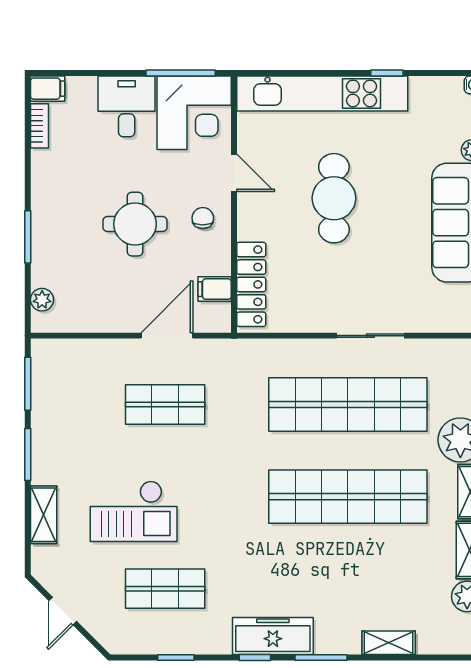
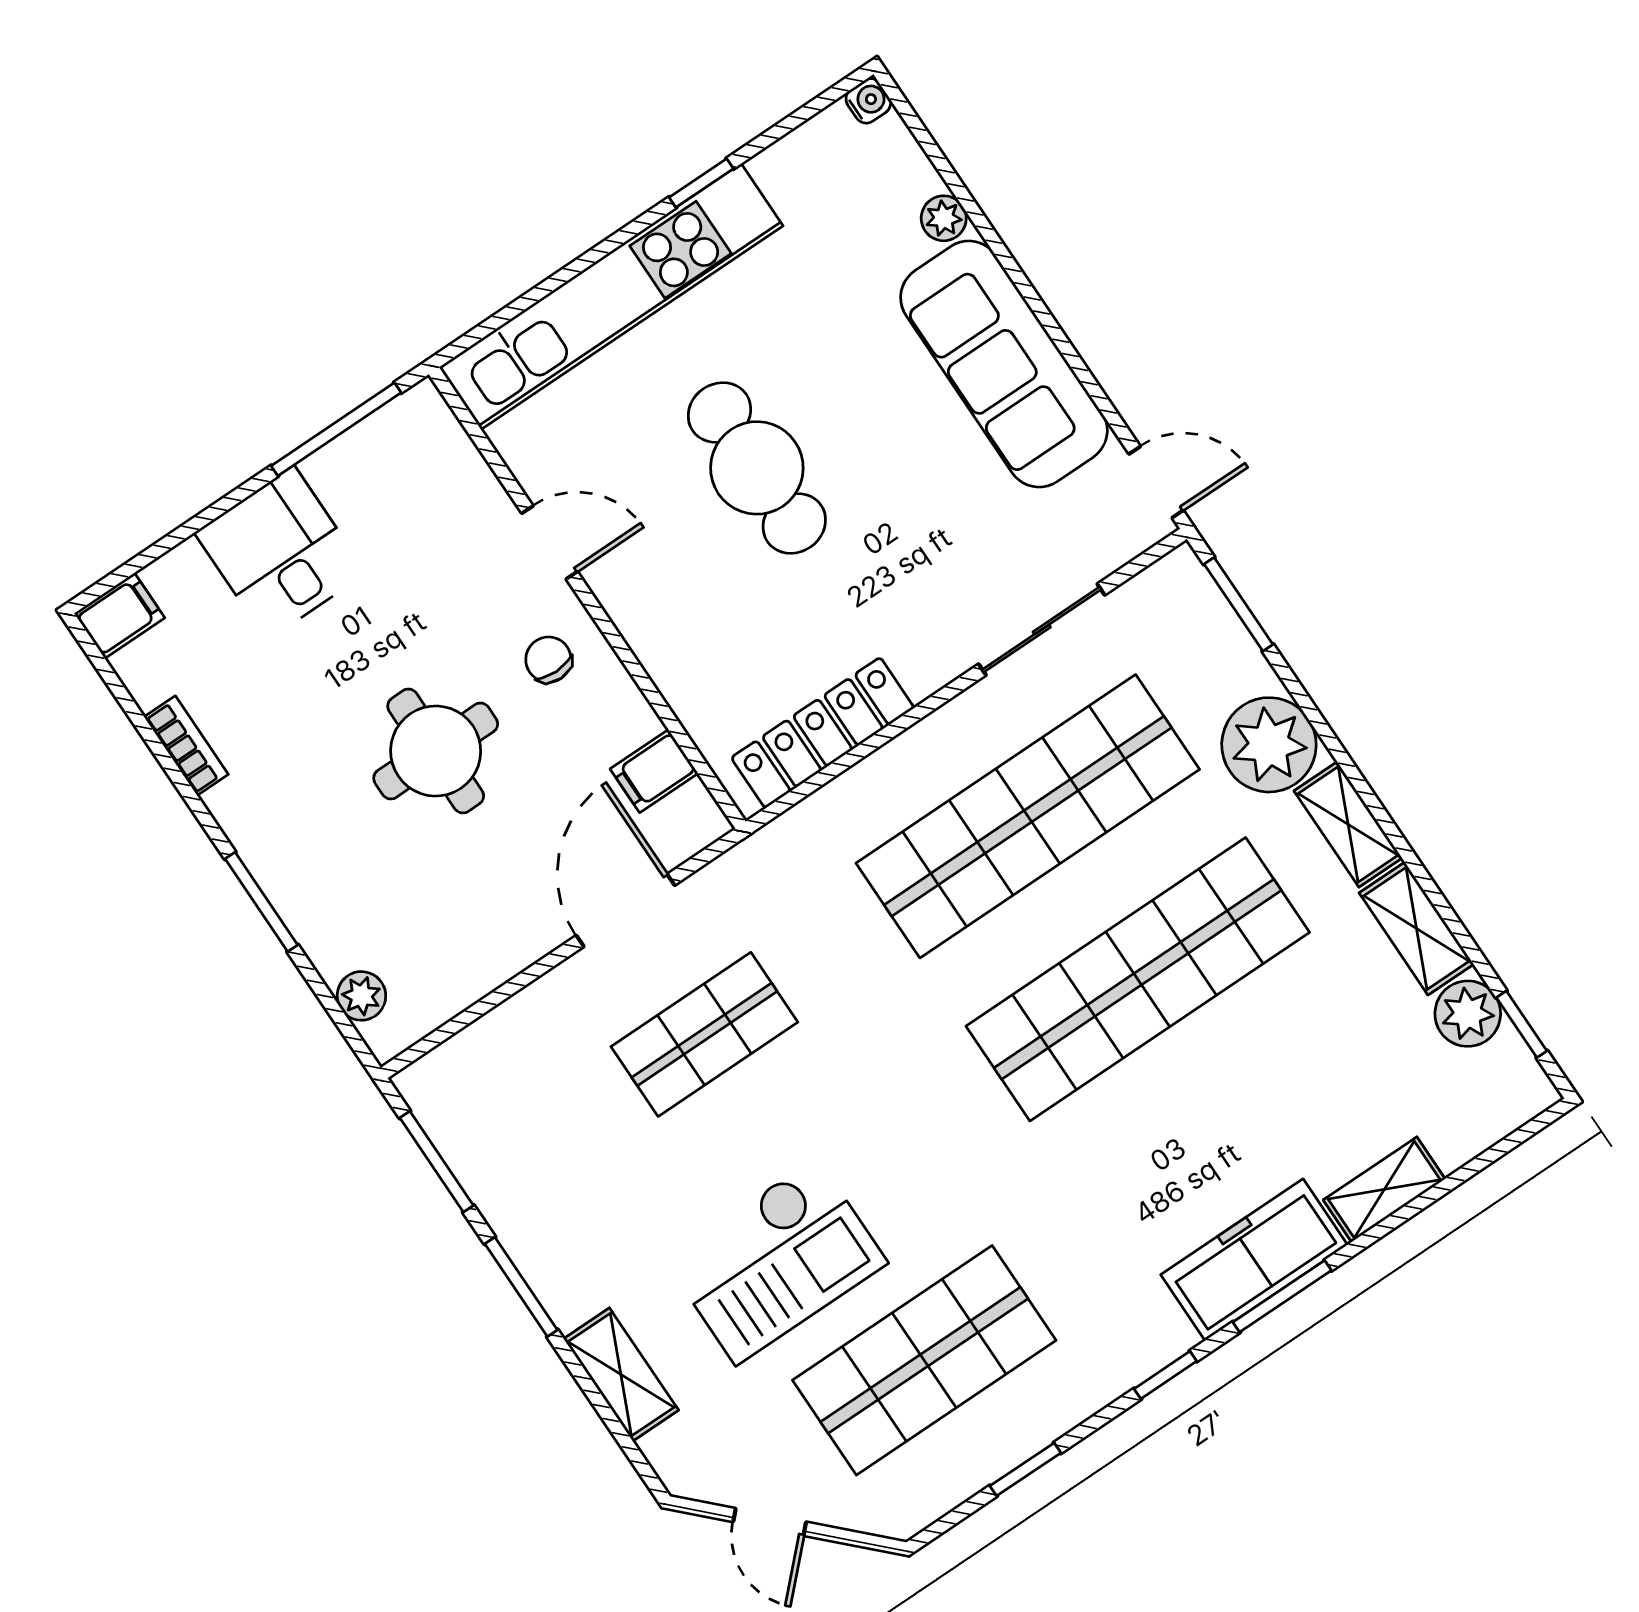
corner desk: (194, 113) -> (408, 483), removed
bookcase: (40, 126) -> (186, 746), moved
locker: (251, 284) -> (823, 733), moved, turned -90
sliding door: (370, 336) -> (1042, 630), moved
shop shelf: (165, 589) -> (924, 1360), width x1.43, depth x1.36
freezer: (273, 636) -> (1254, 1260), moved

